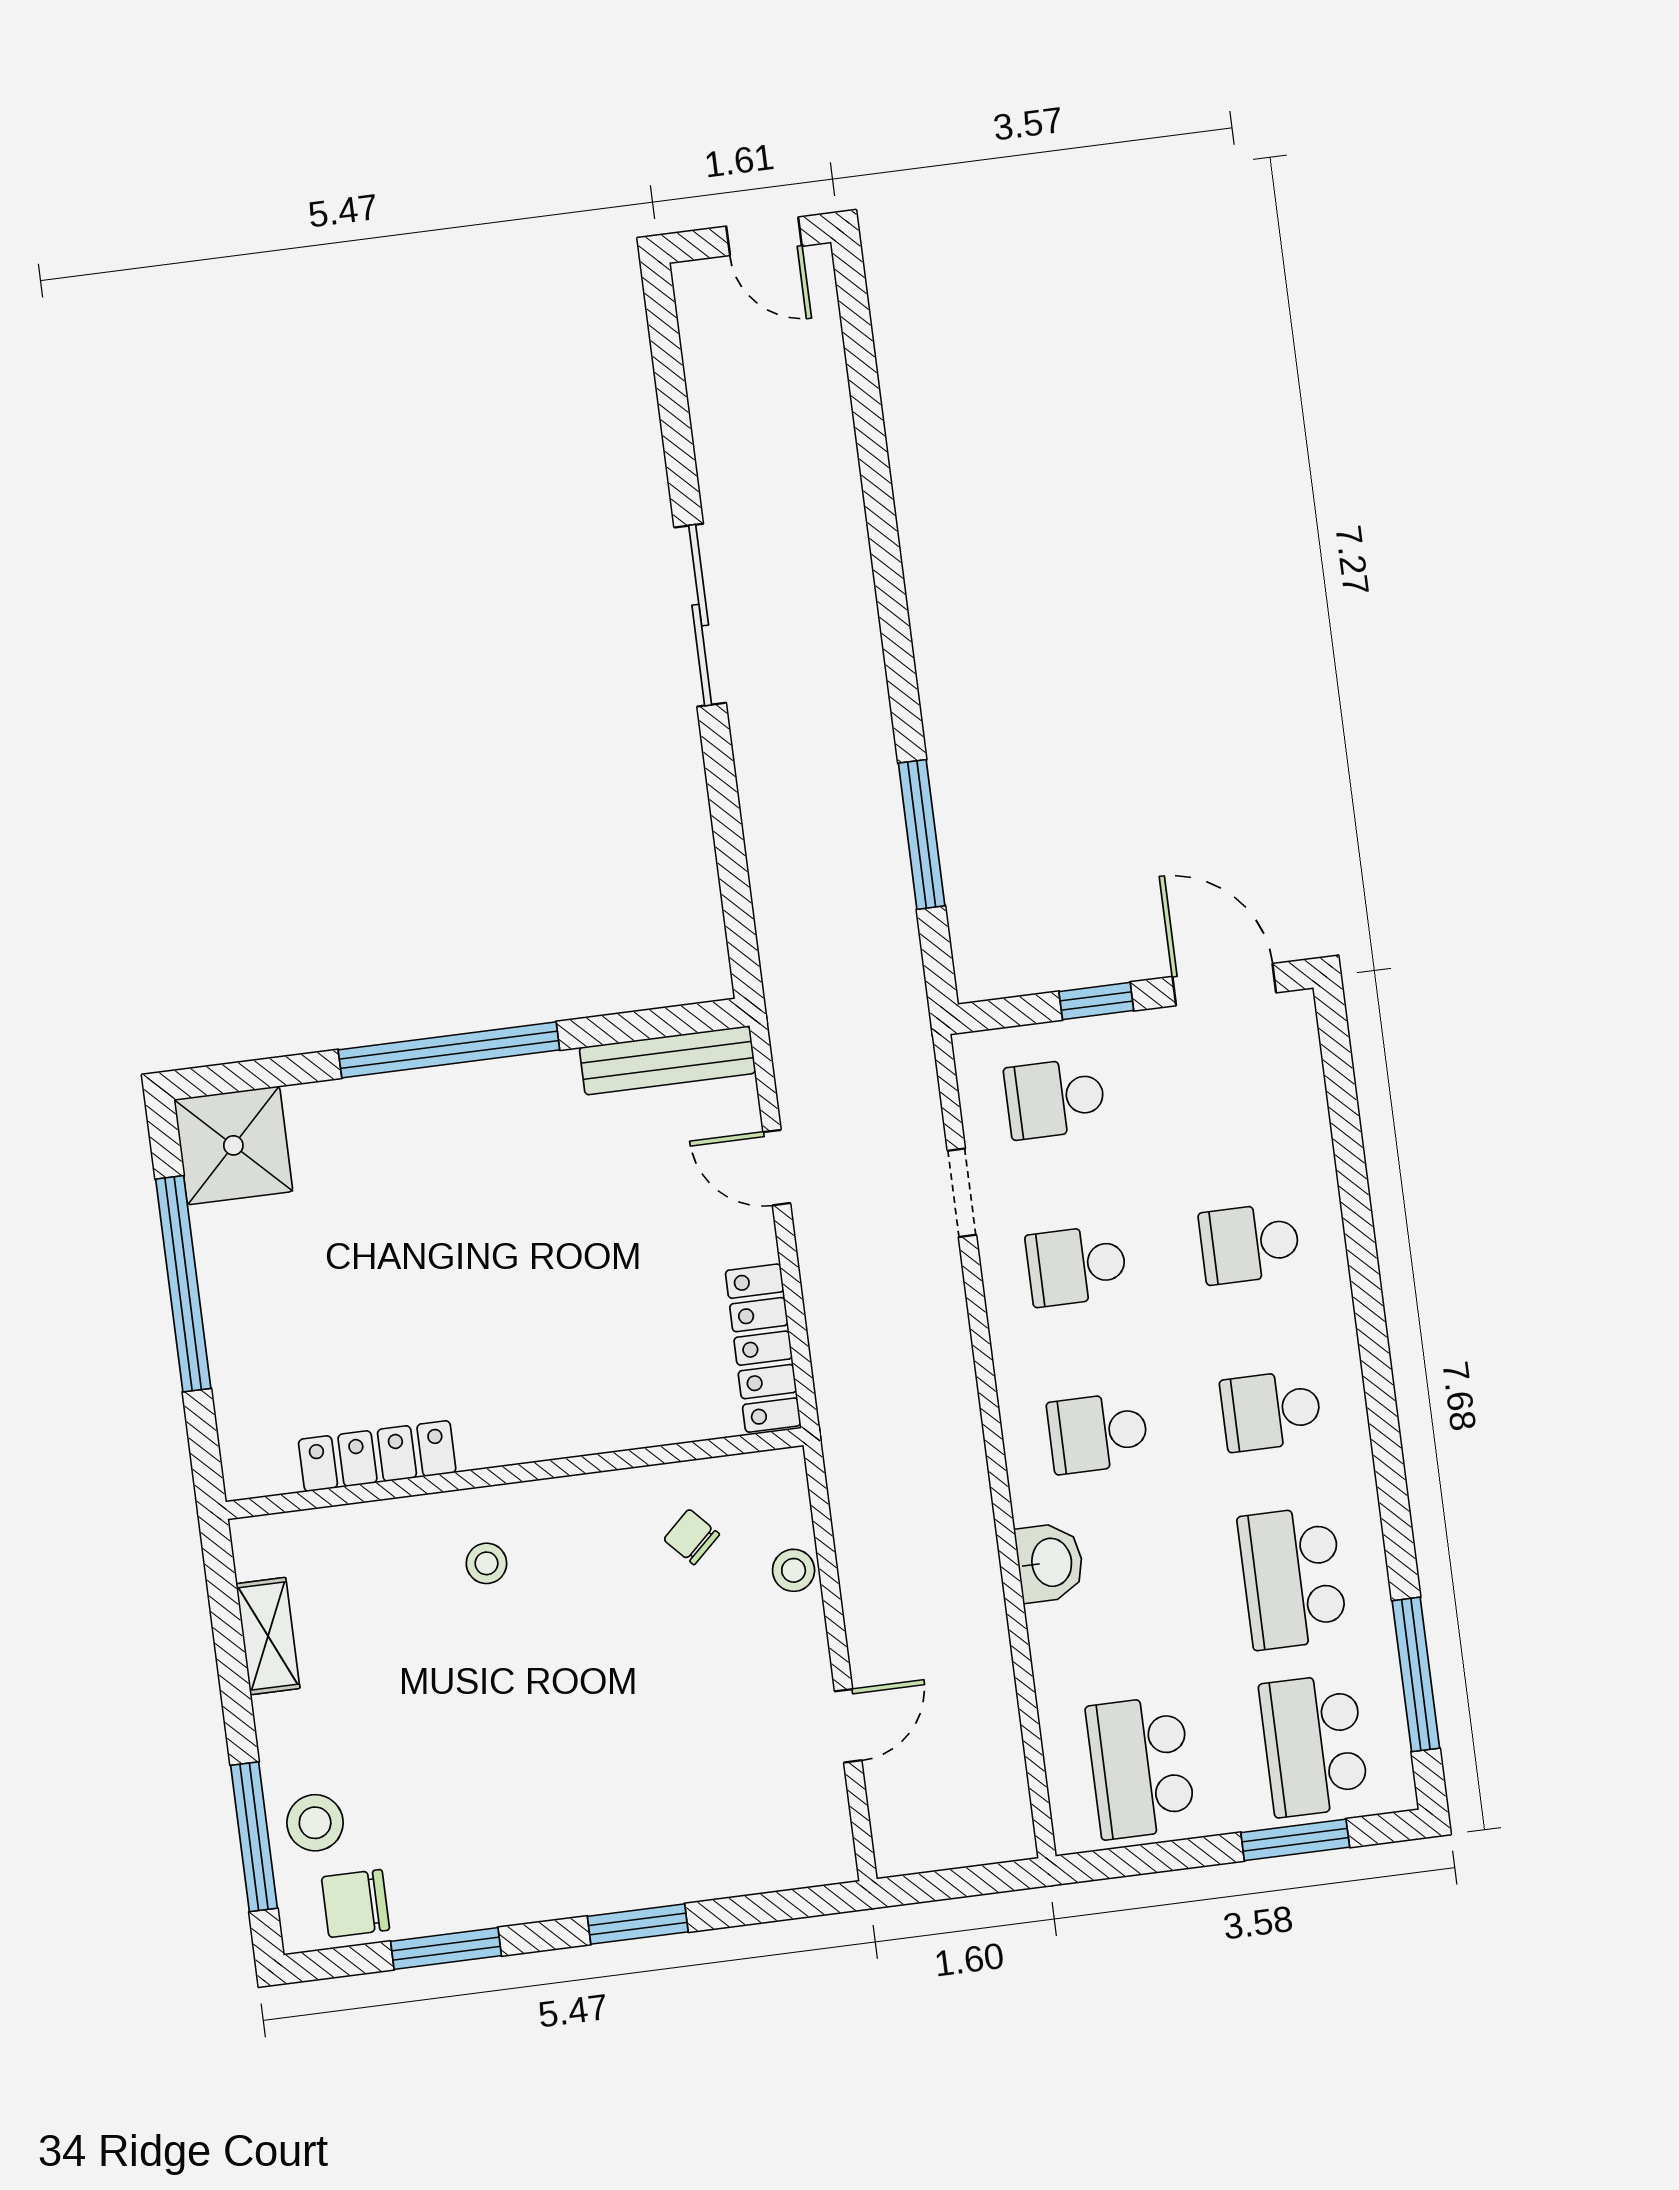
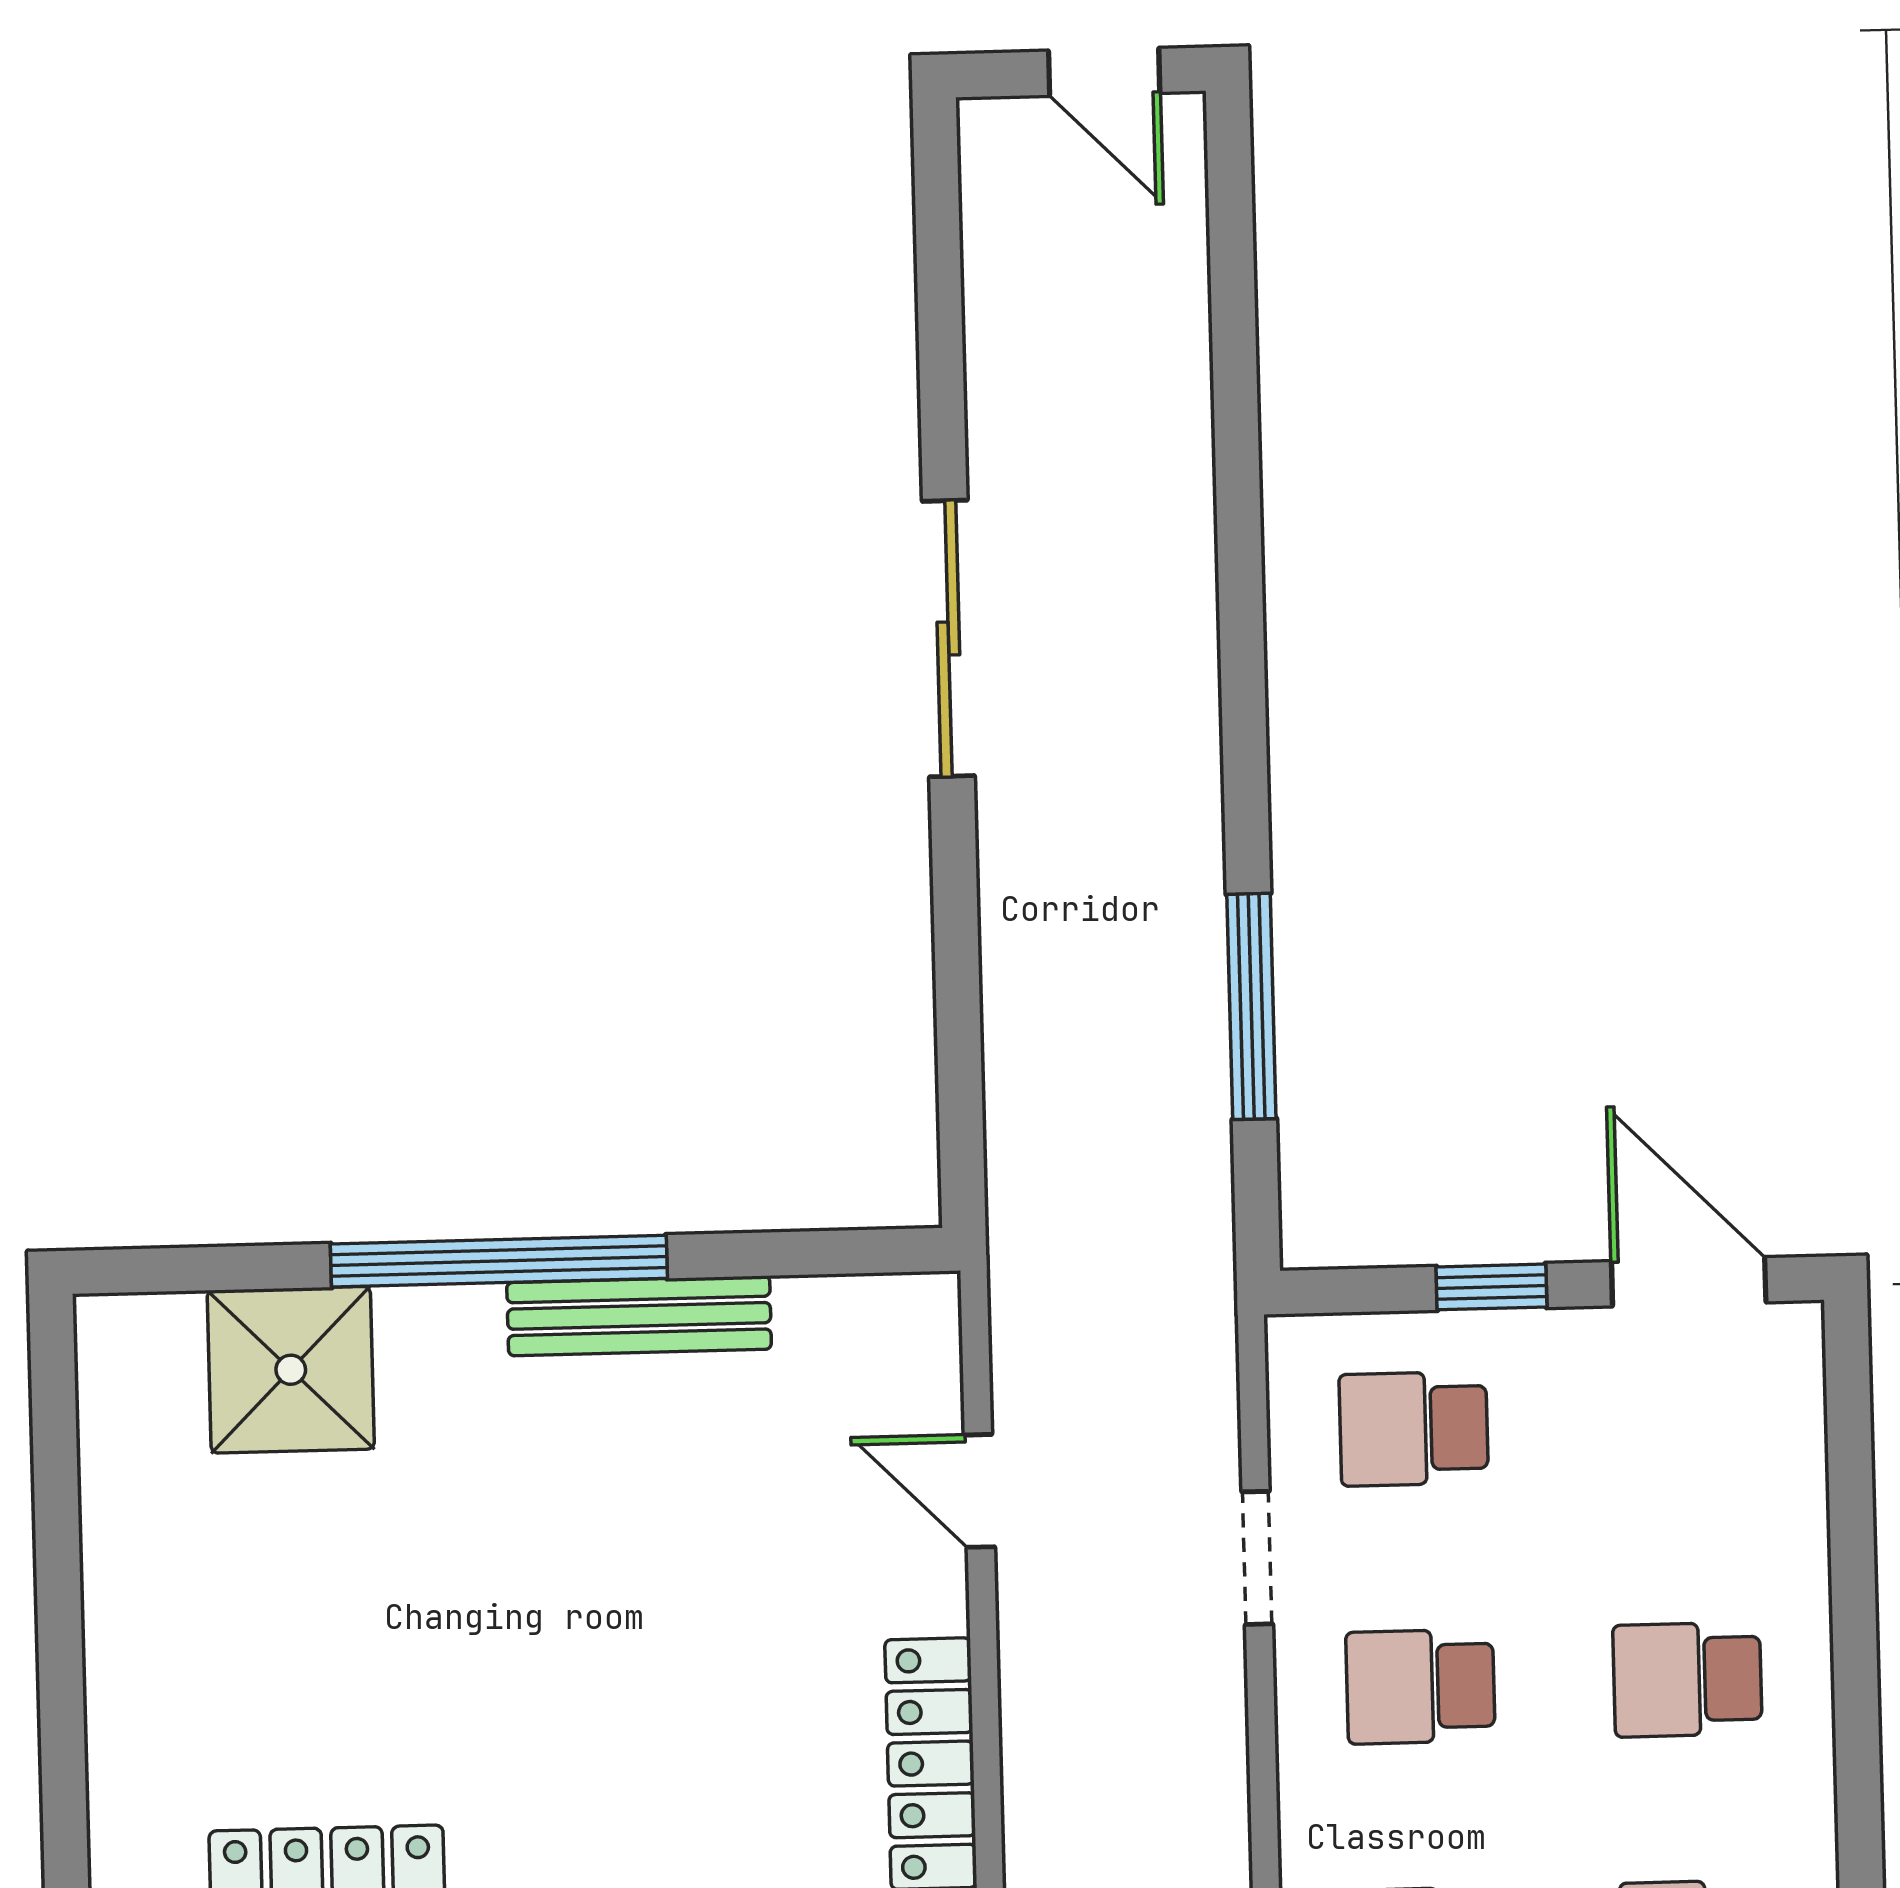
bench: (667, 1060) -> (639, 1316), moved
shower: (233, 1145) -> (291, 1370), moved
window: (183, 1284) -> (58, 1576), removed

